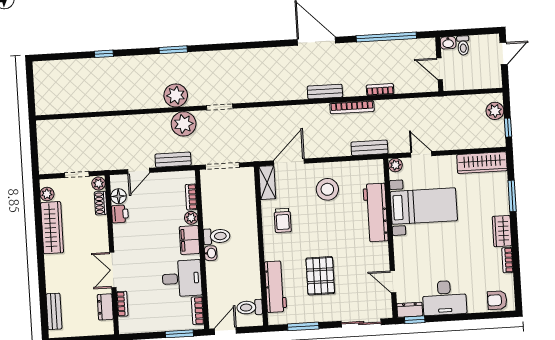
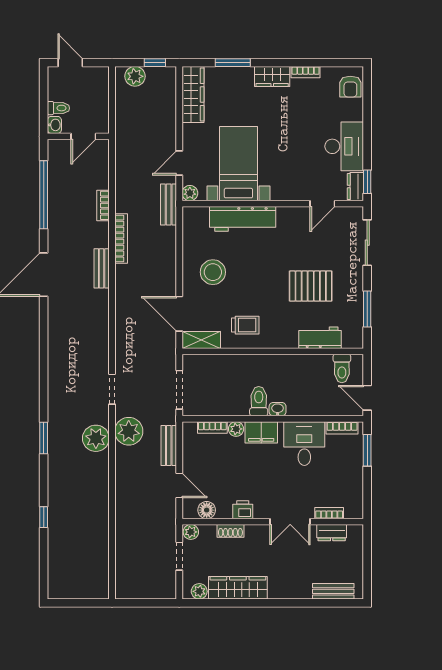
bench: (369, 148) -> (169, 205), moved
shoe rack: (101, 203) -> (230, 531), moved
printer: (120, 214) -> (243, 510), moved
workbench: (275, 287) -> (320, 338), width x0.73

